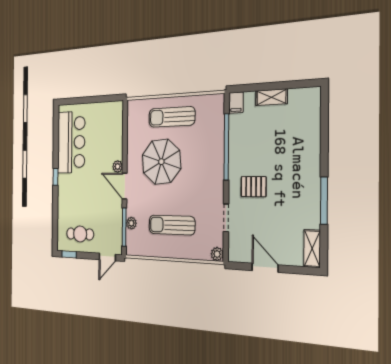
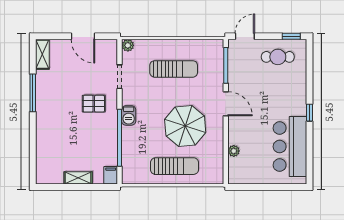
plant: (118, 167) -> (234, 151), moved
barbecue: (217, 173) -> (129, 115), added
plant: (131, 223) -> (218, 69), removed

